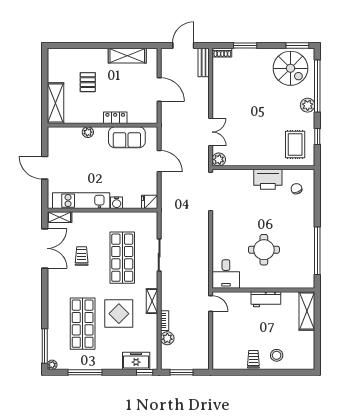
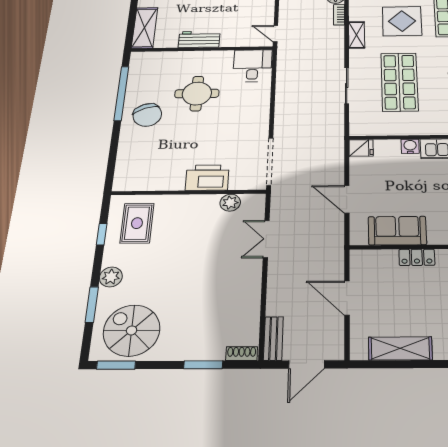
window: (317, 86) -> (92, 305), width x0.47
plant: (219, 159) -> (230, 203), moved
printer: (268, 179) -> (207, 178), moved
chair: (297, 189) -> (147, 115), moved, width x1.87, depth x1.87

